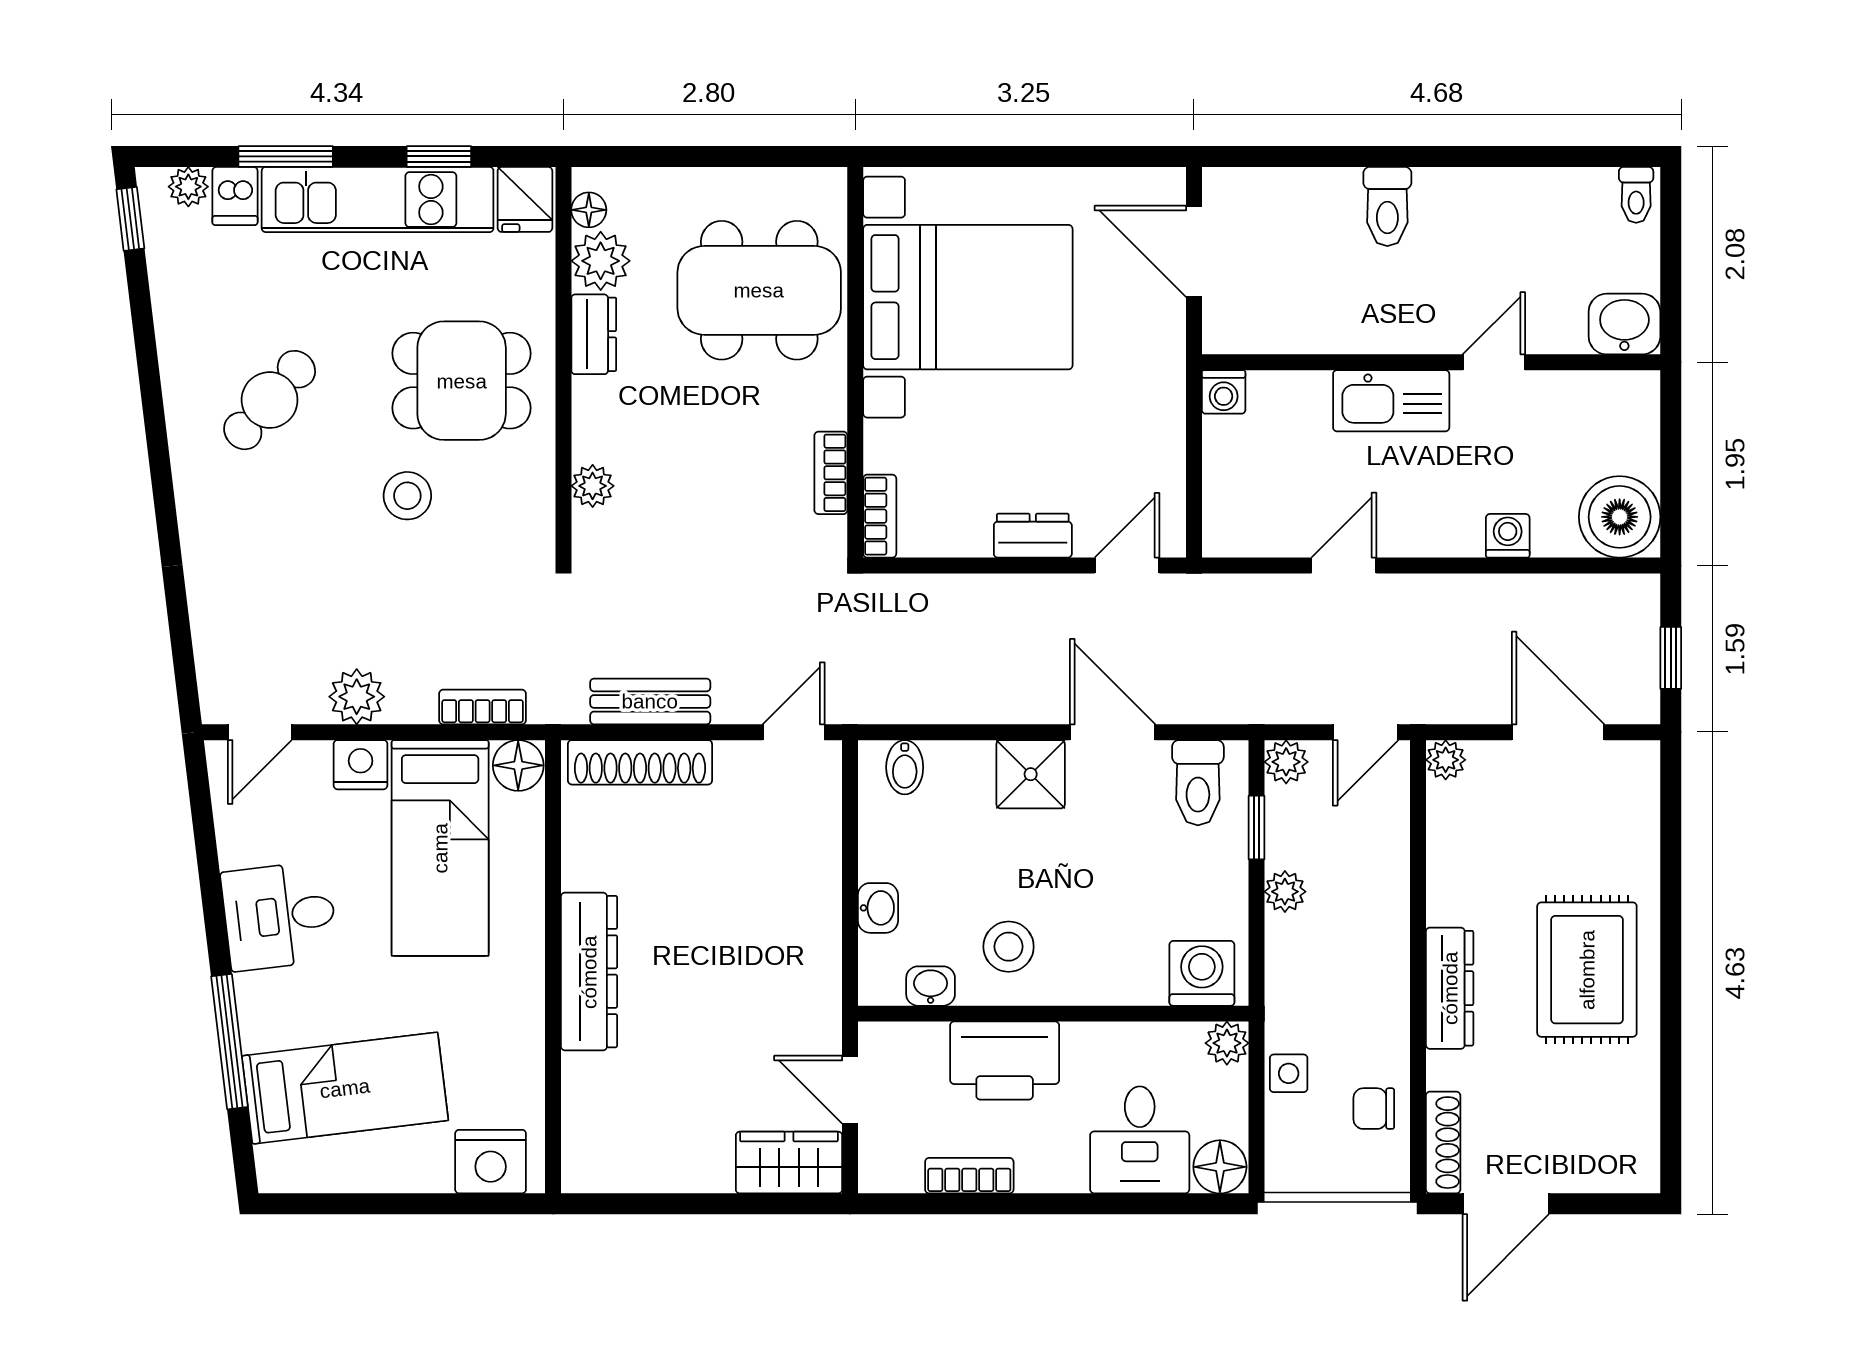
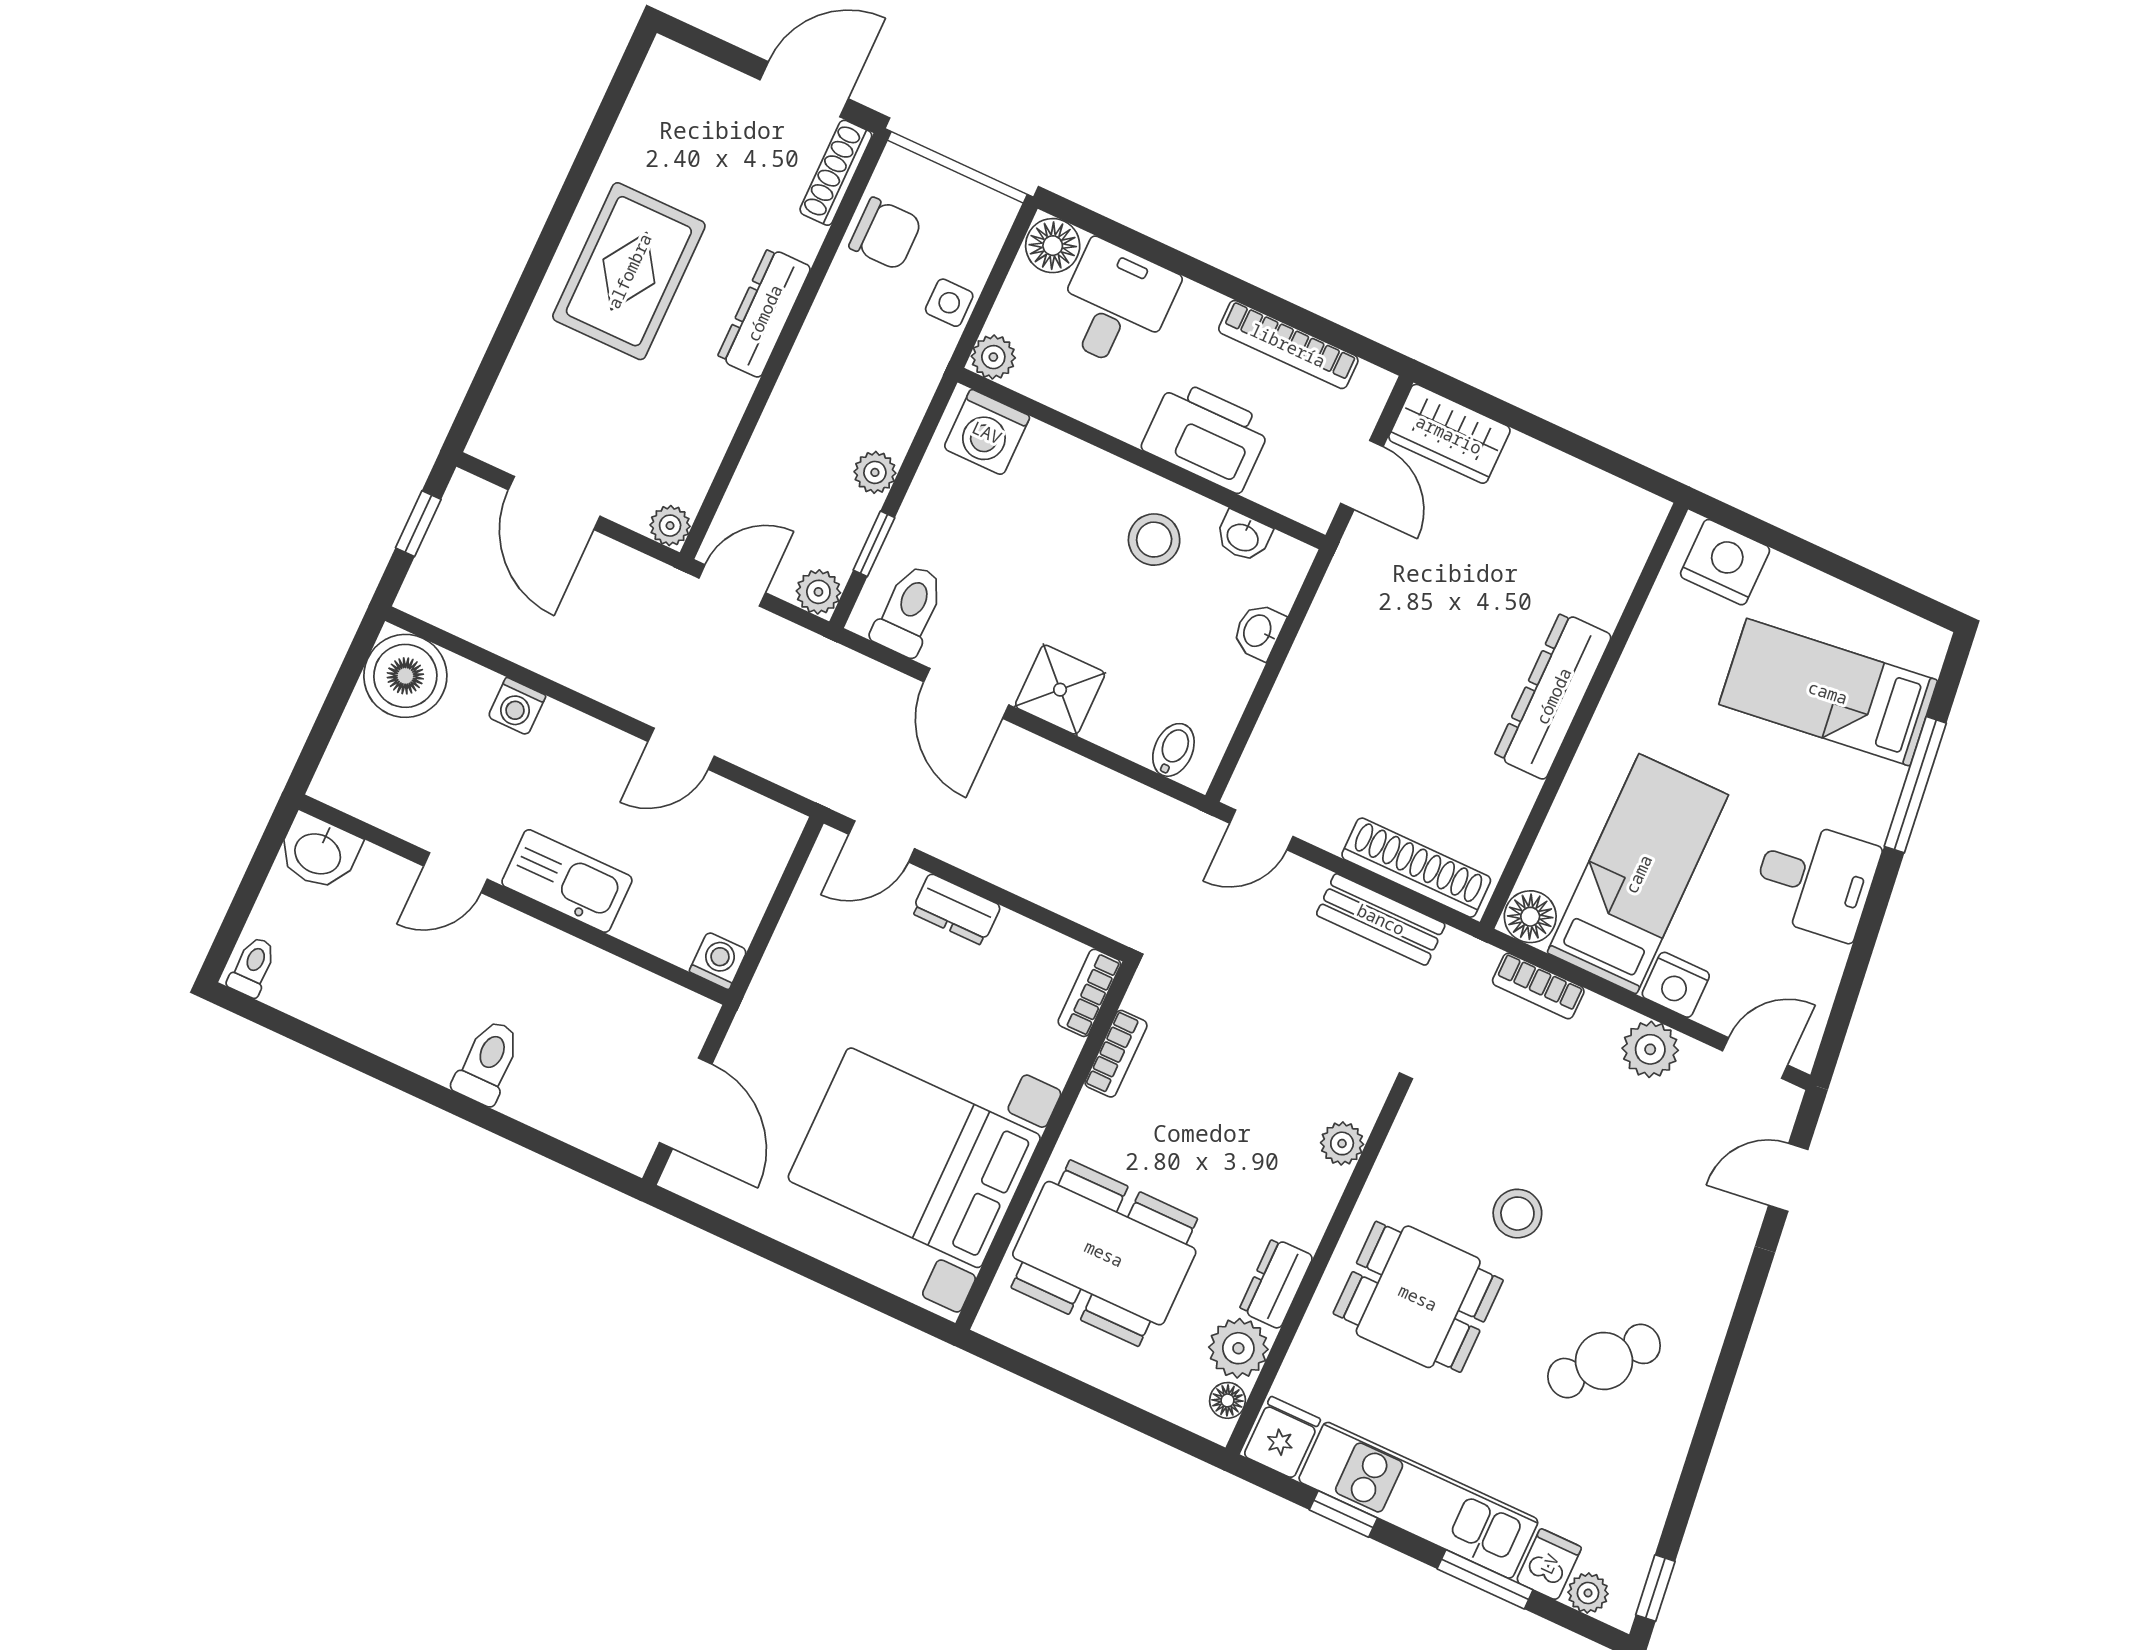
door: (181, 639) -> (1788, 1177), added
chair: (1374, 1109) -> (886, 234), width x1.37, depth x1.37
bookcase: (969, 1176) -> (1288, 345), width x1.56

